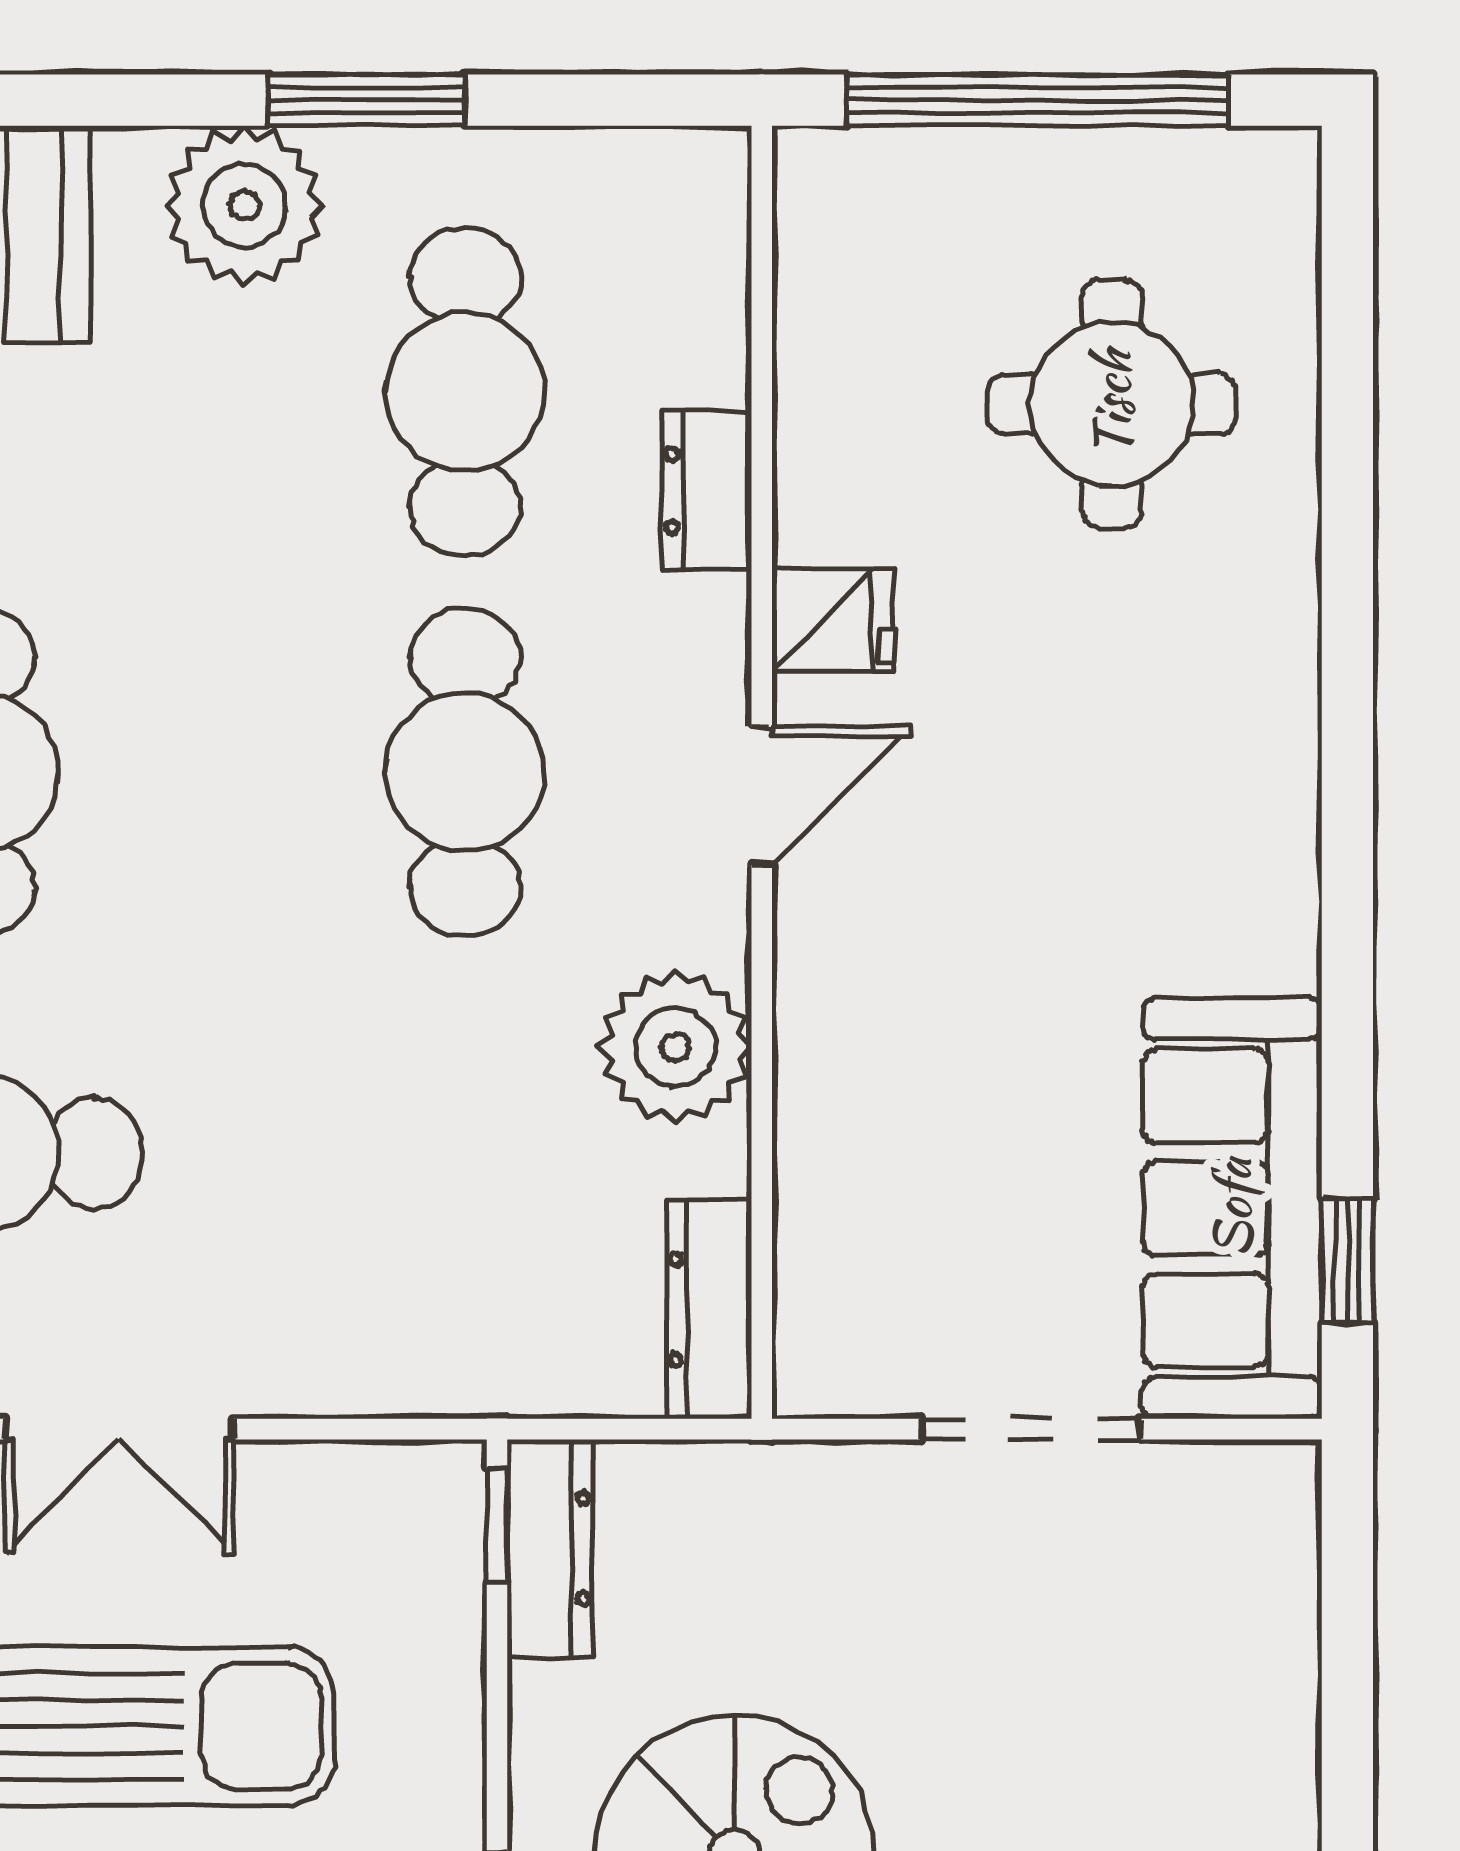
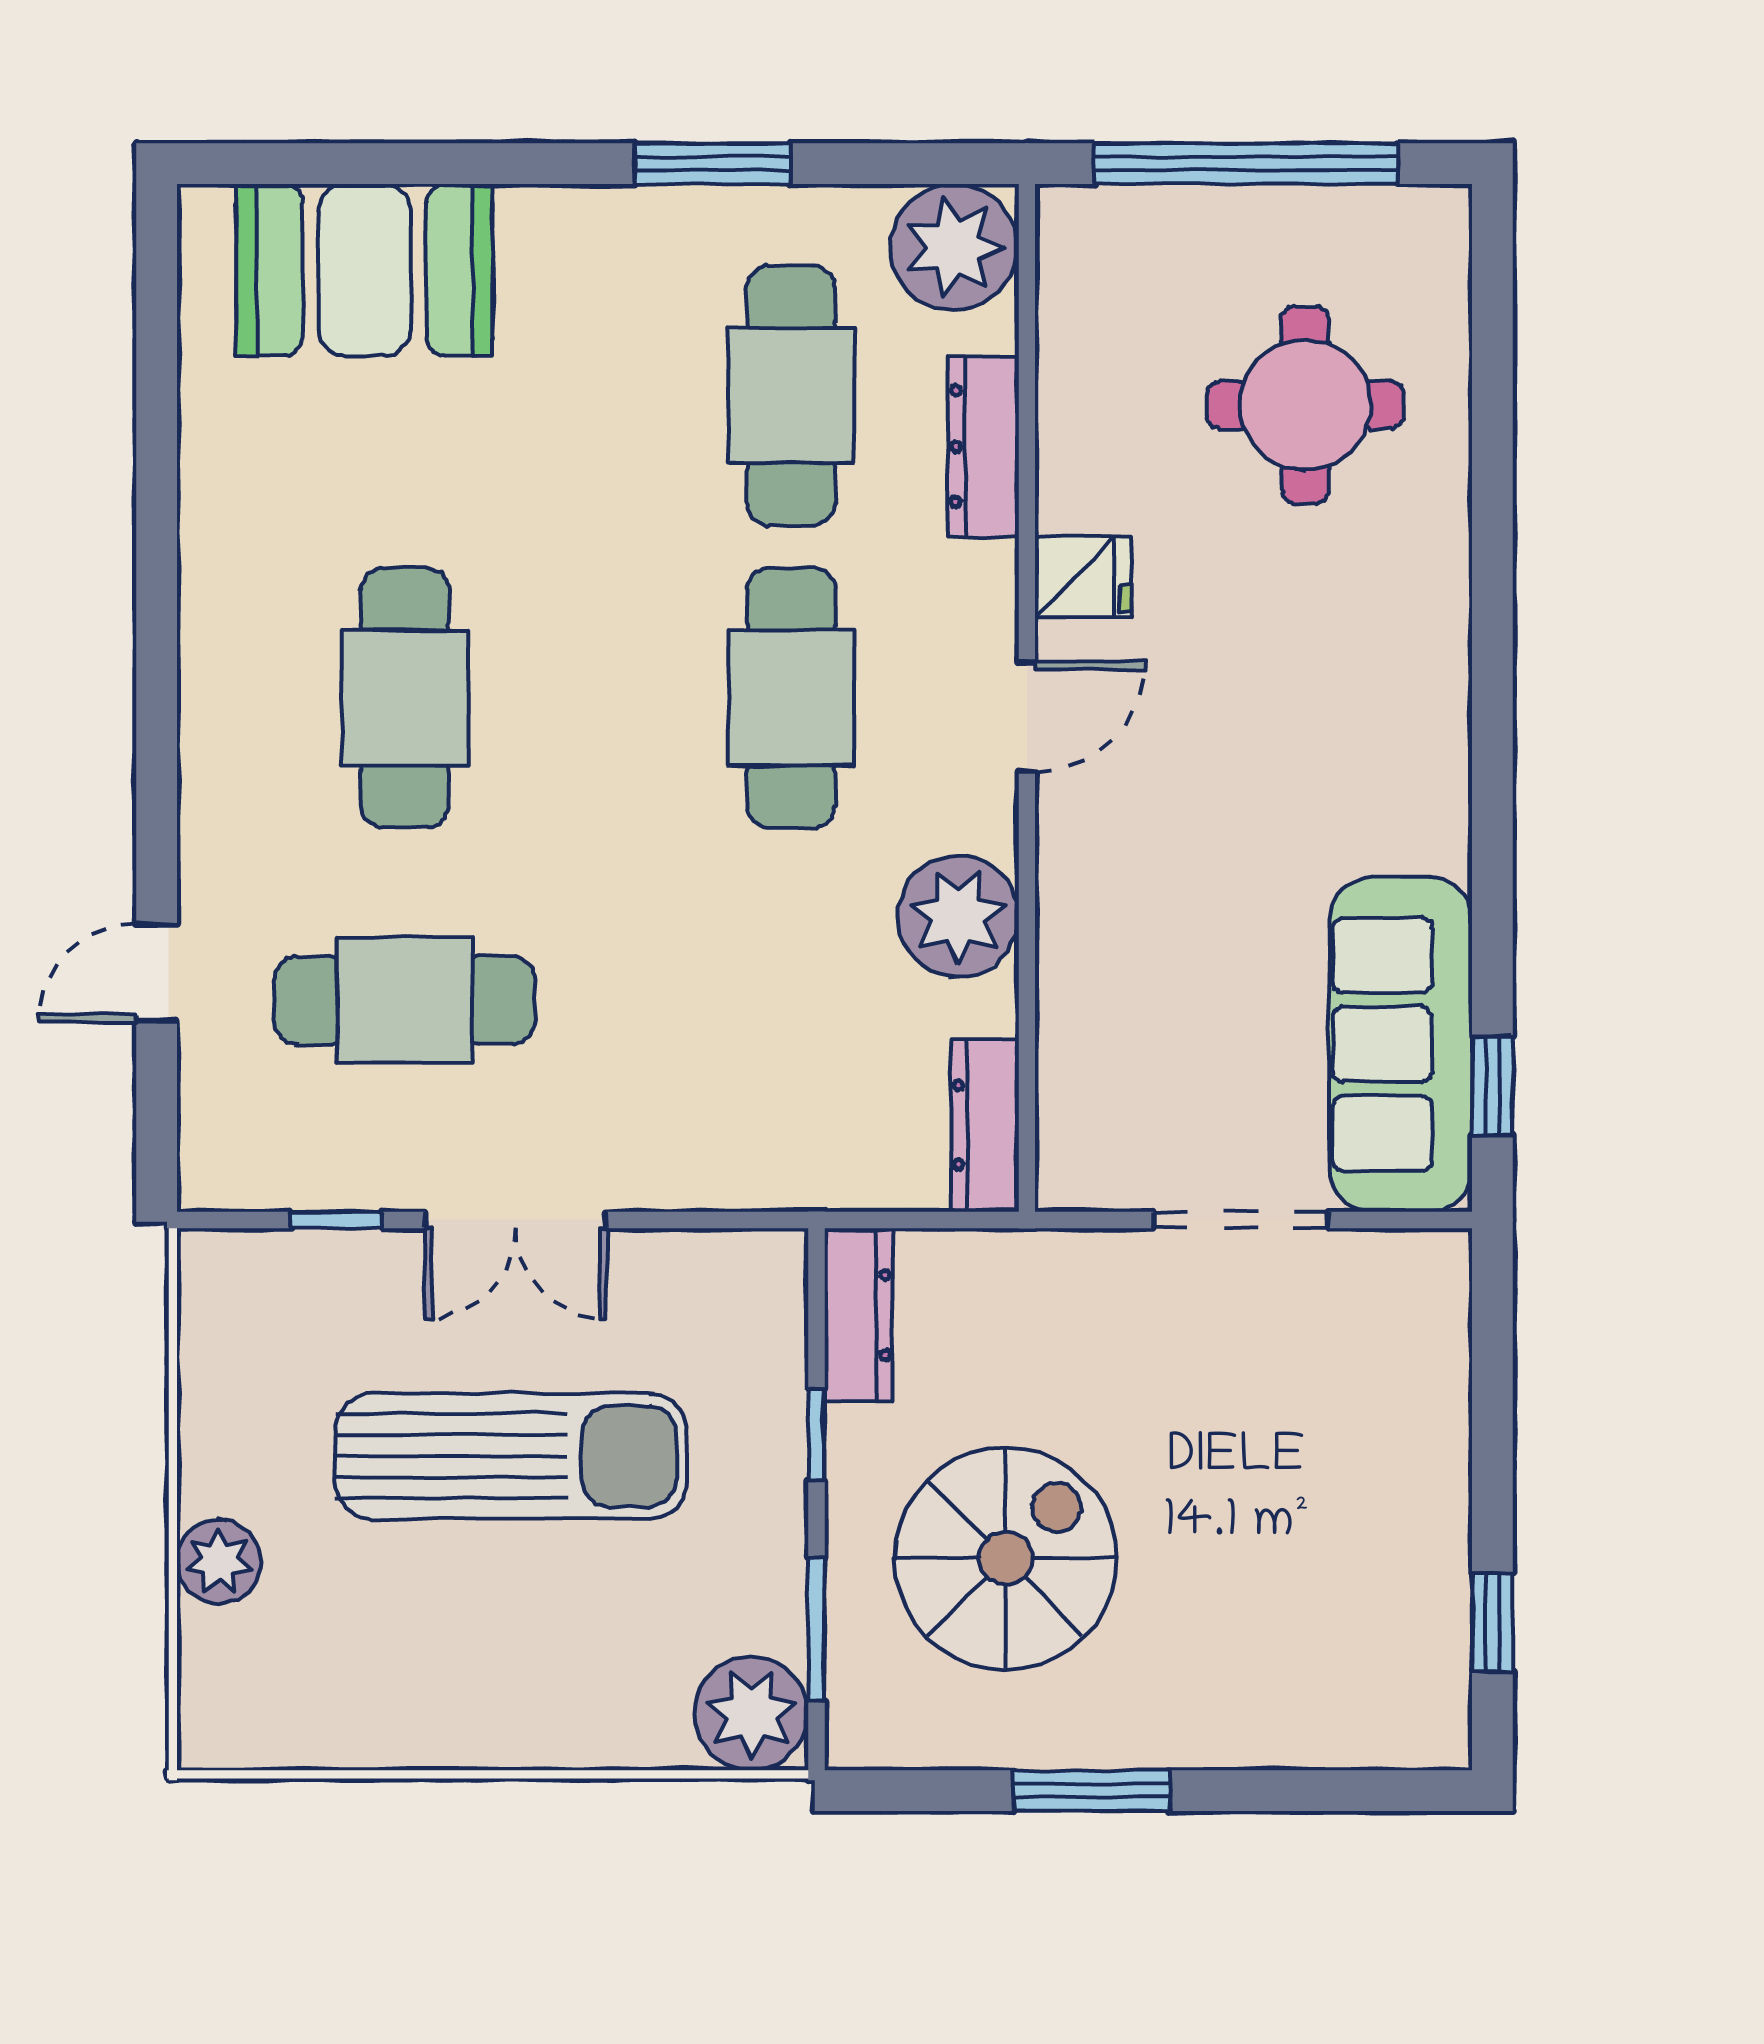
plant: (244, 205) -> (954, 247), moved
dresser: (707, 491) -> (983, 446), width x1.44
window: (497, 1525) -> (816, 1435), moved

